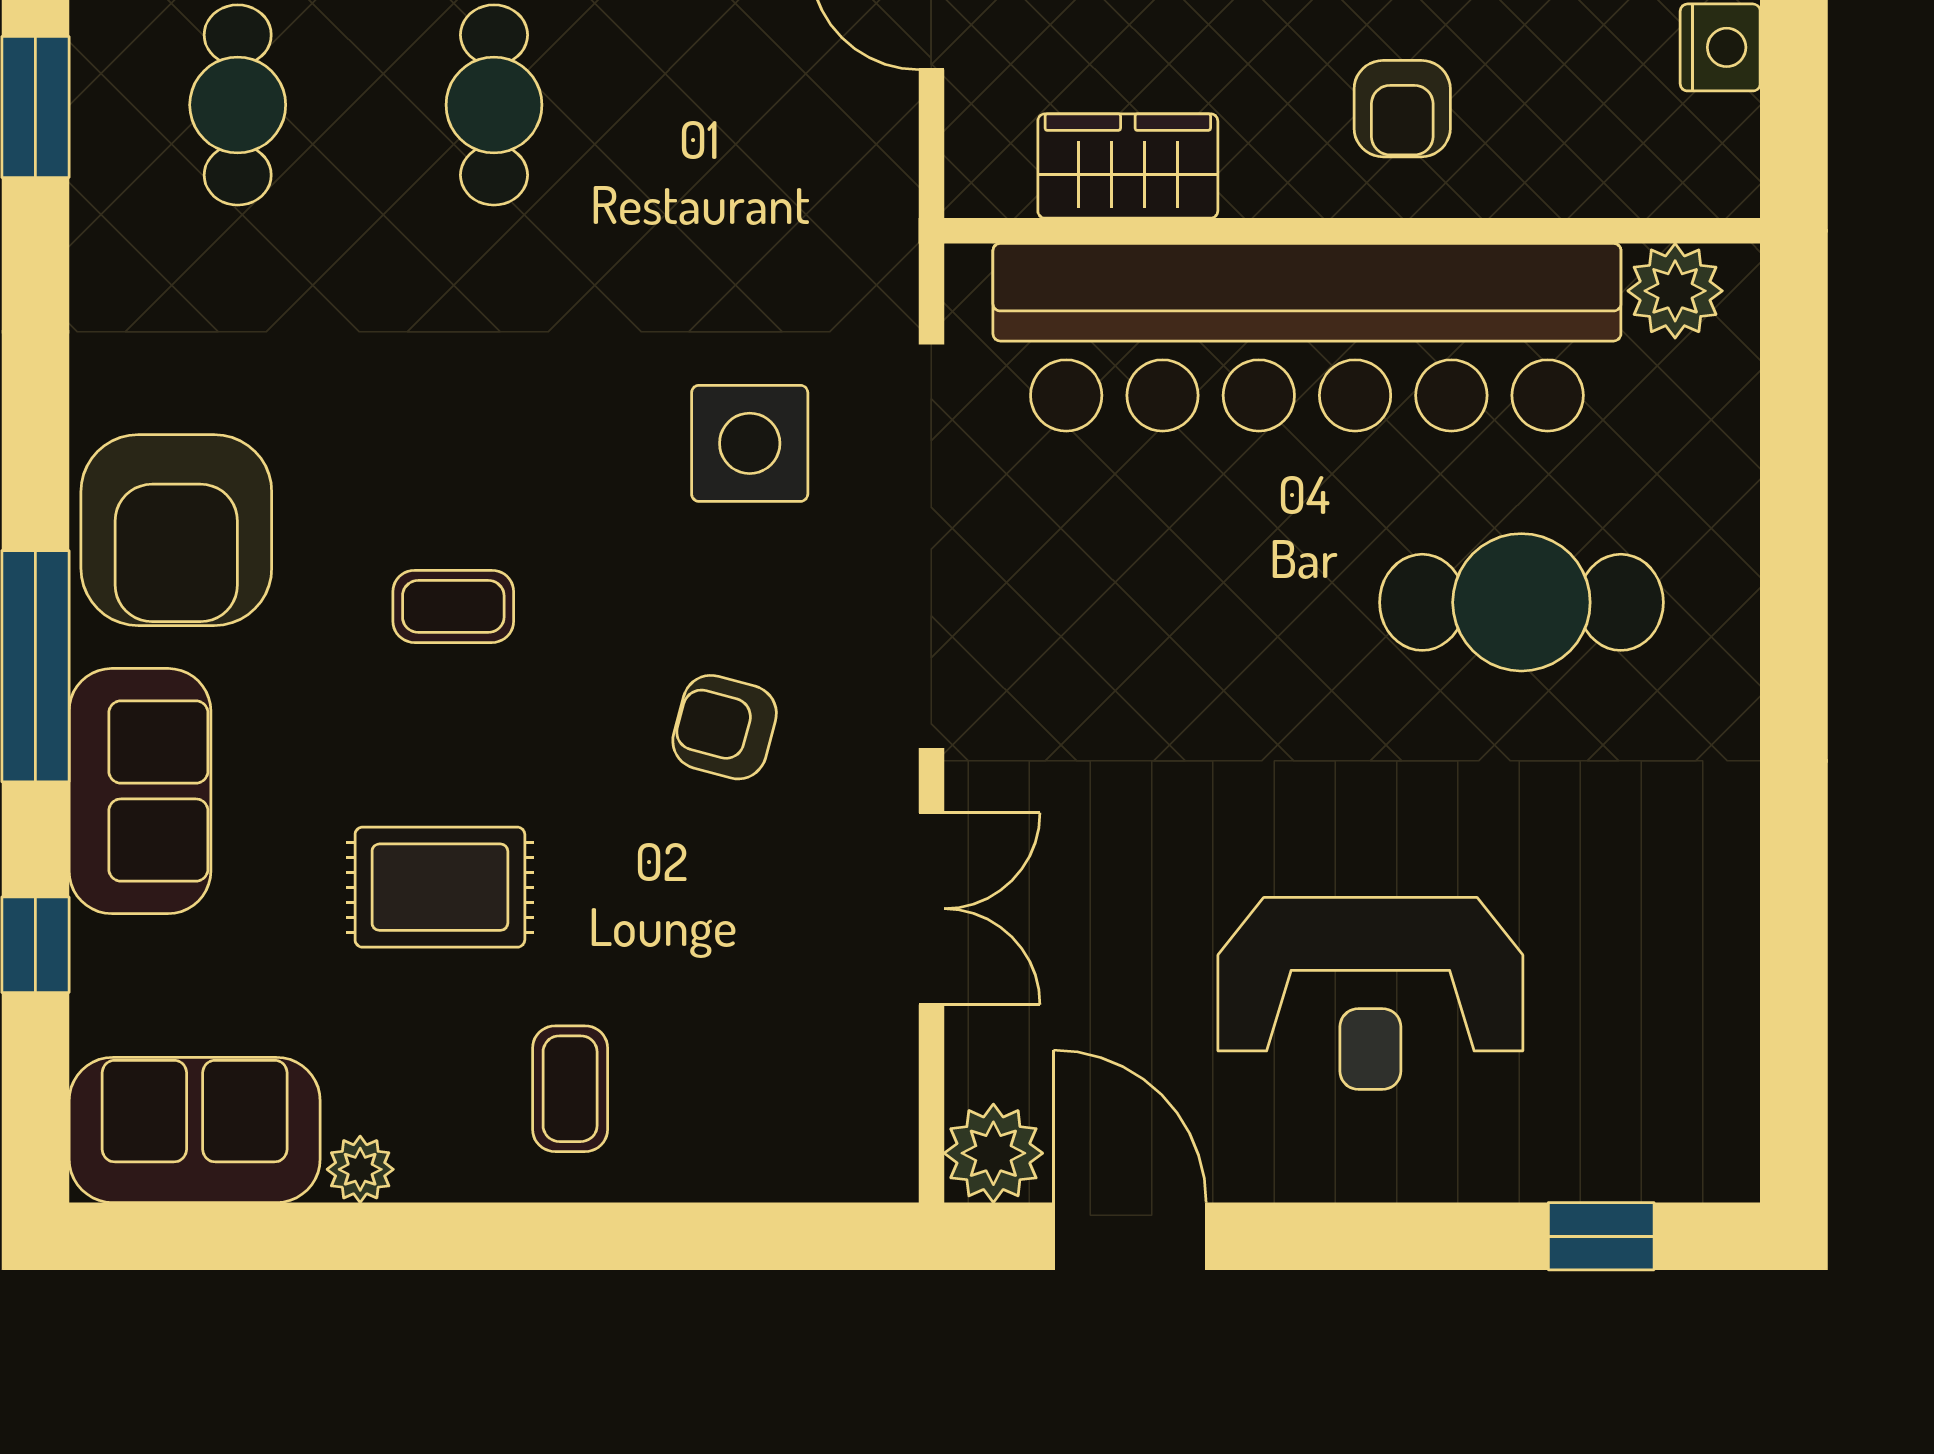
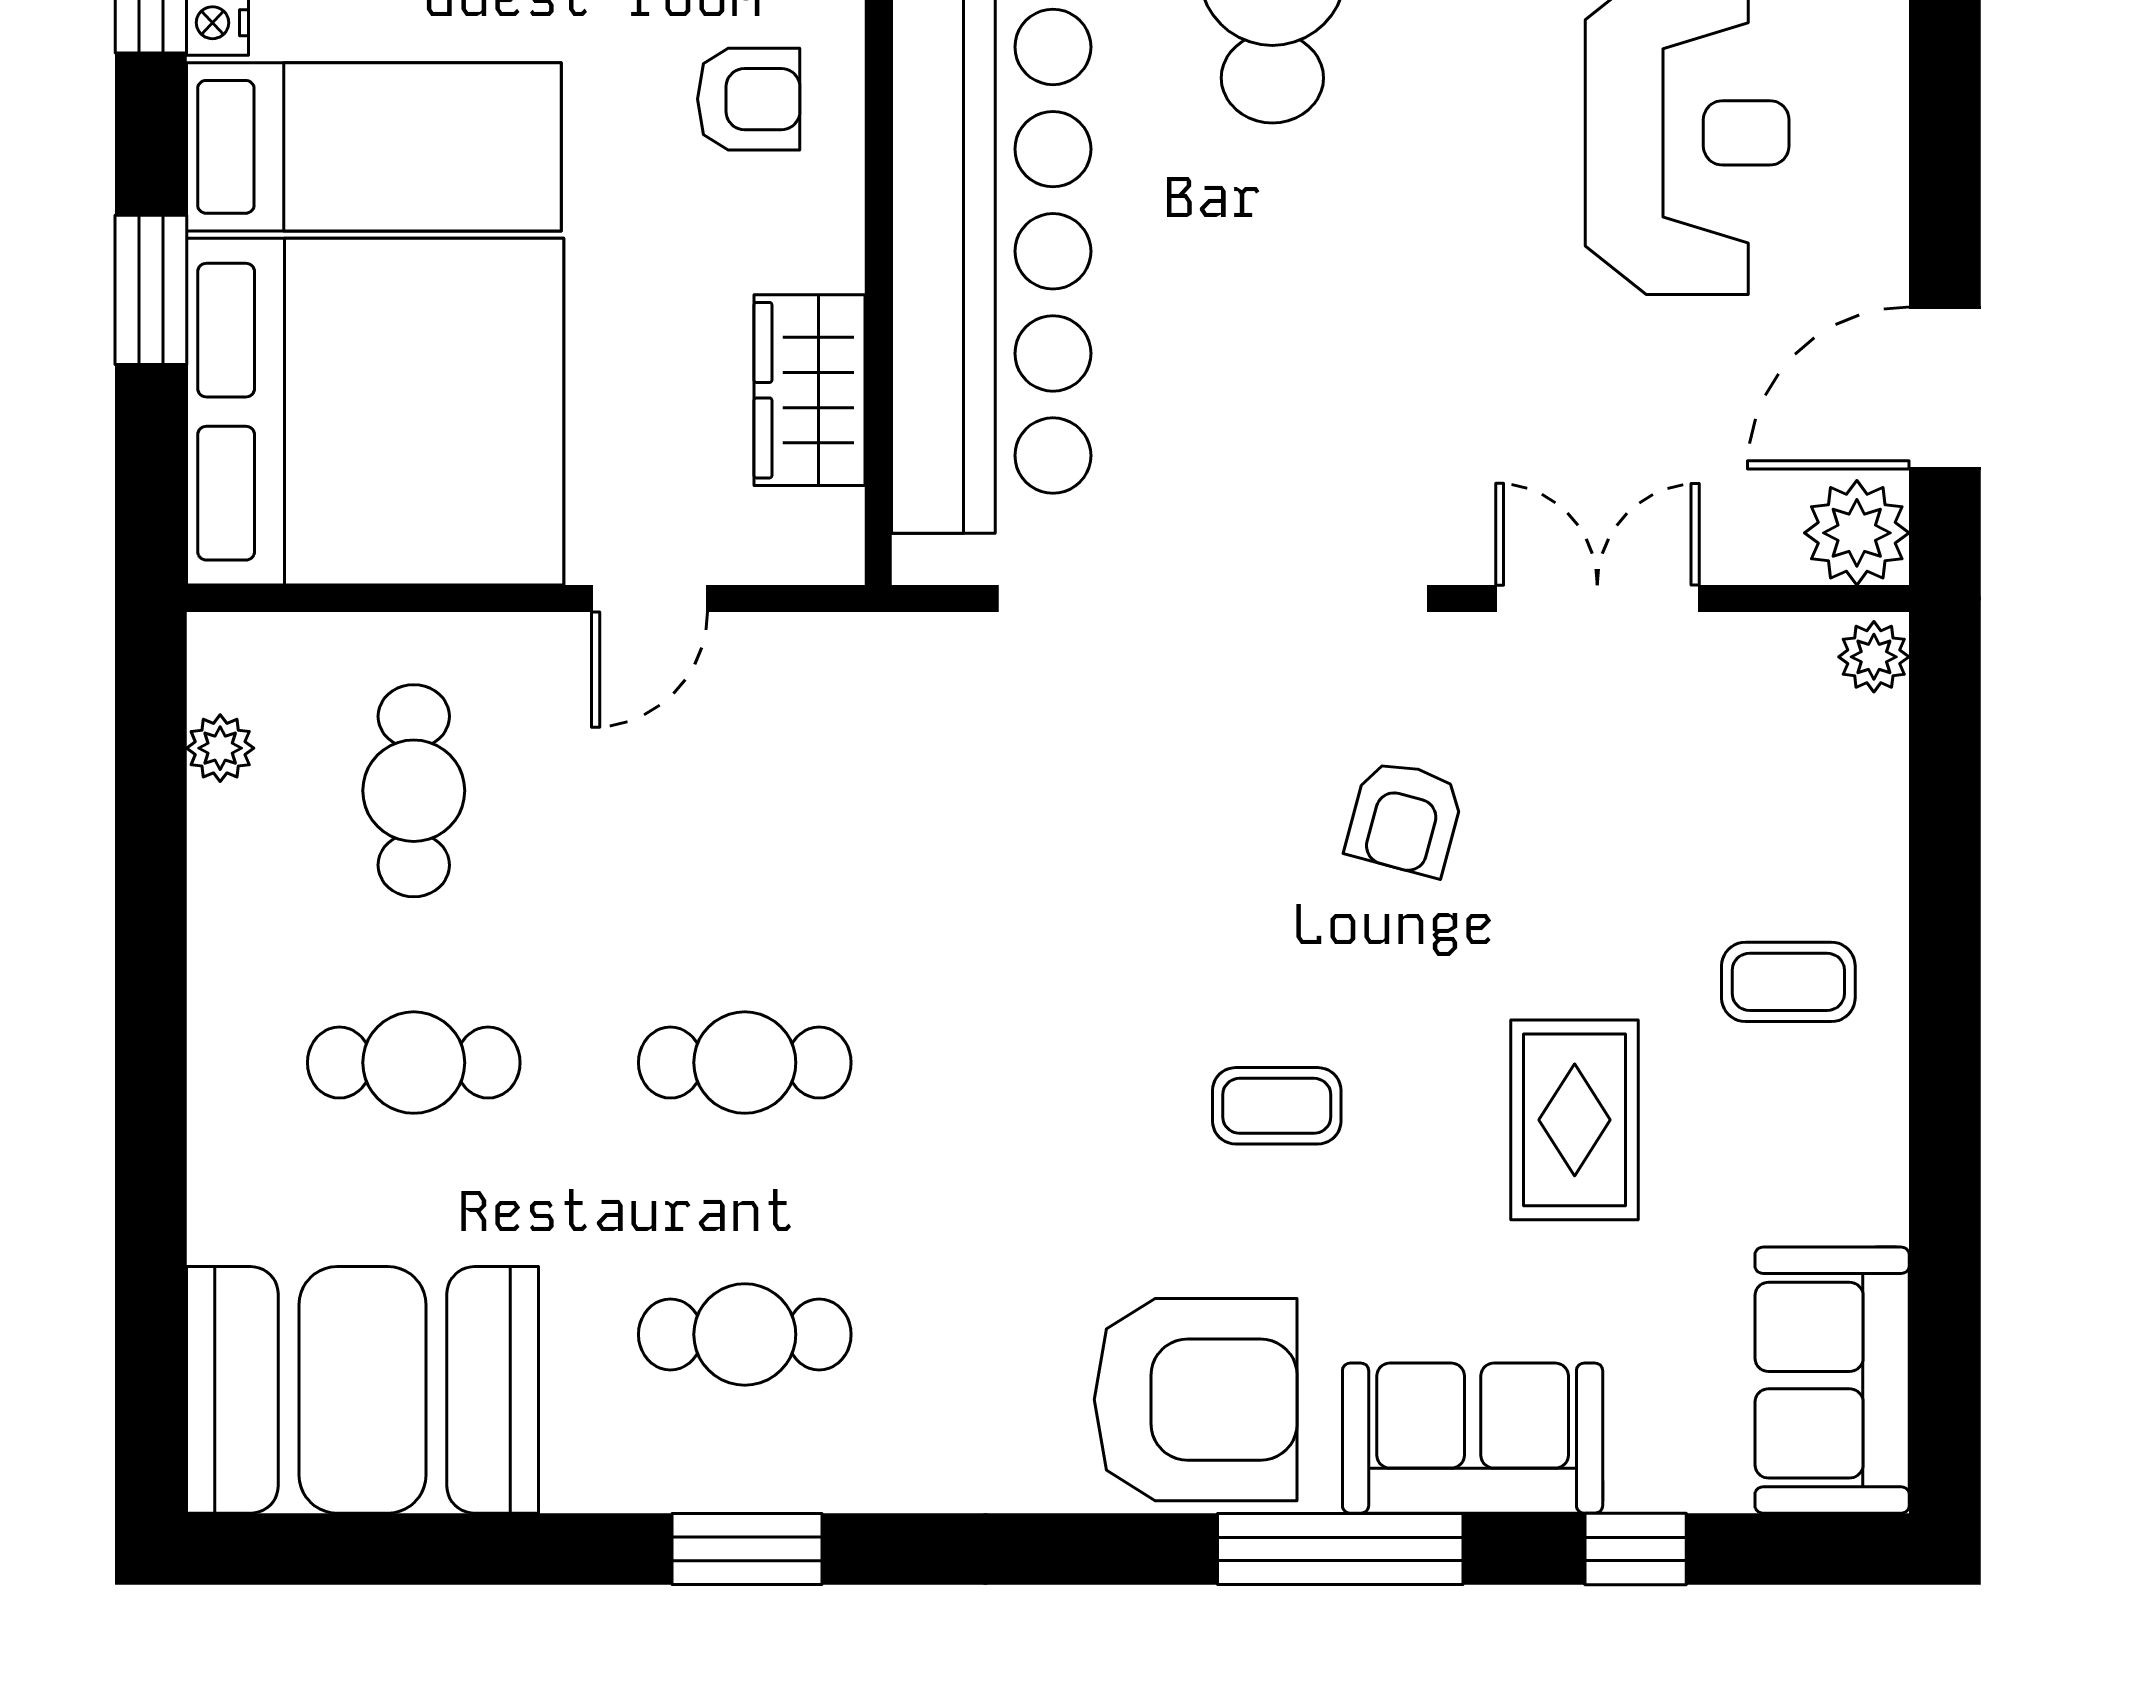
side table: (750, 443) -> (1104, 791), removed
coffee table: (453, 606) -> (1277, 1106), turned 90
plant: (360, 1169) -> (1874, 657), moved

